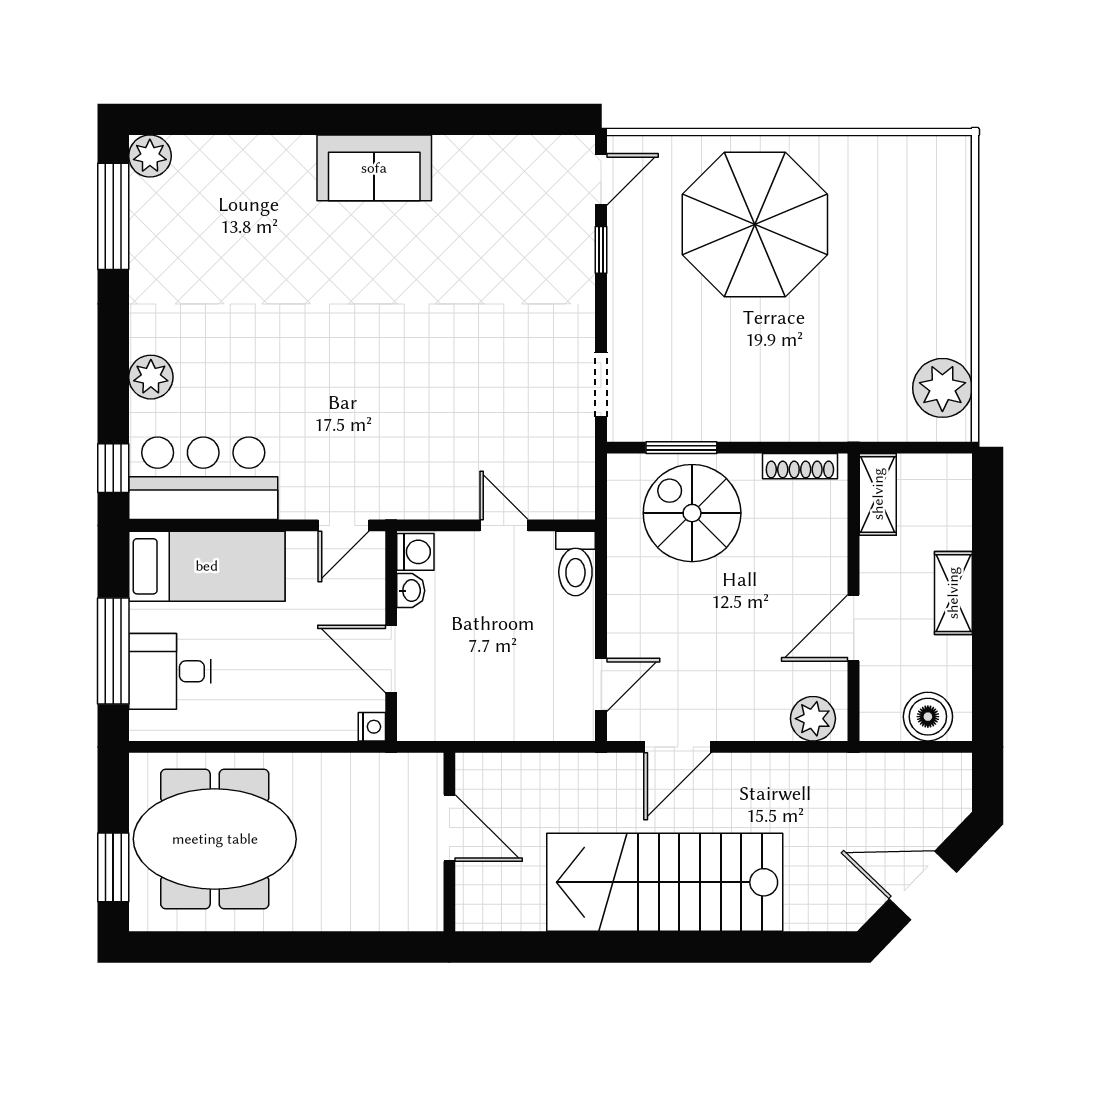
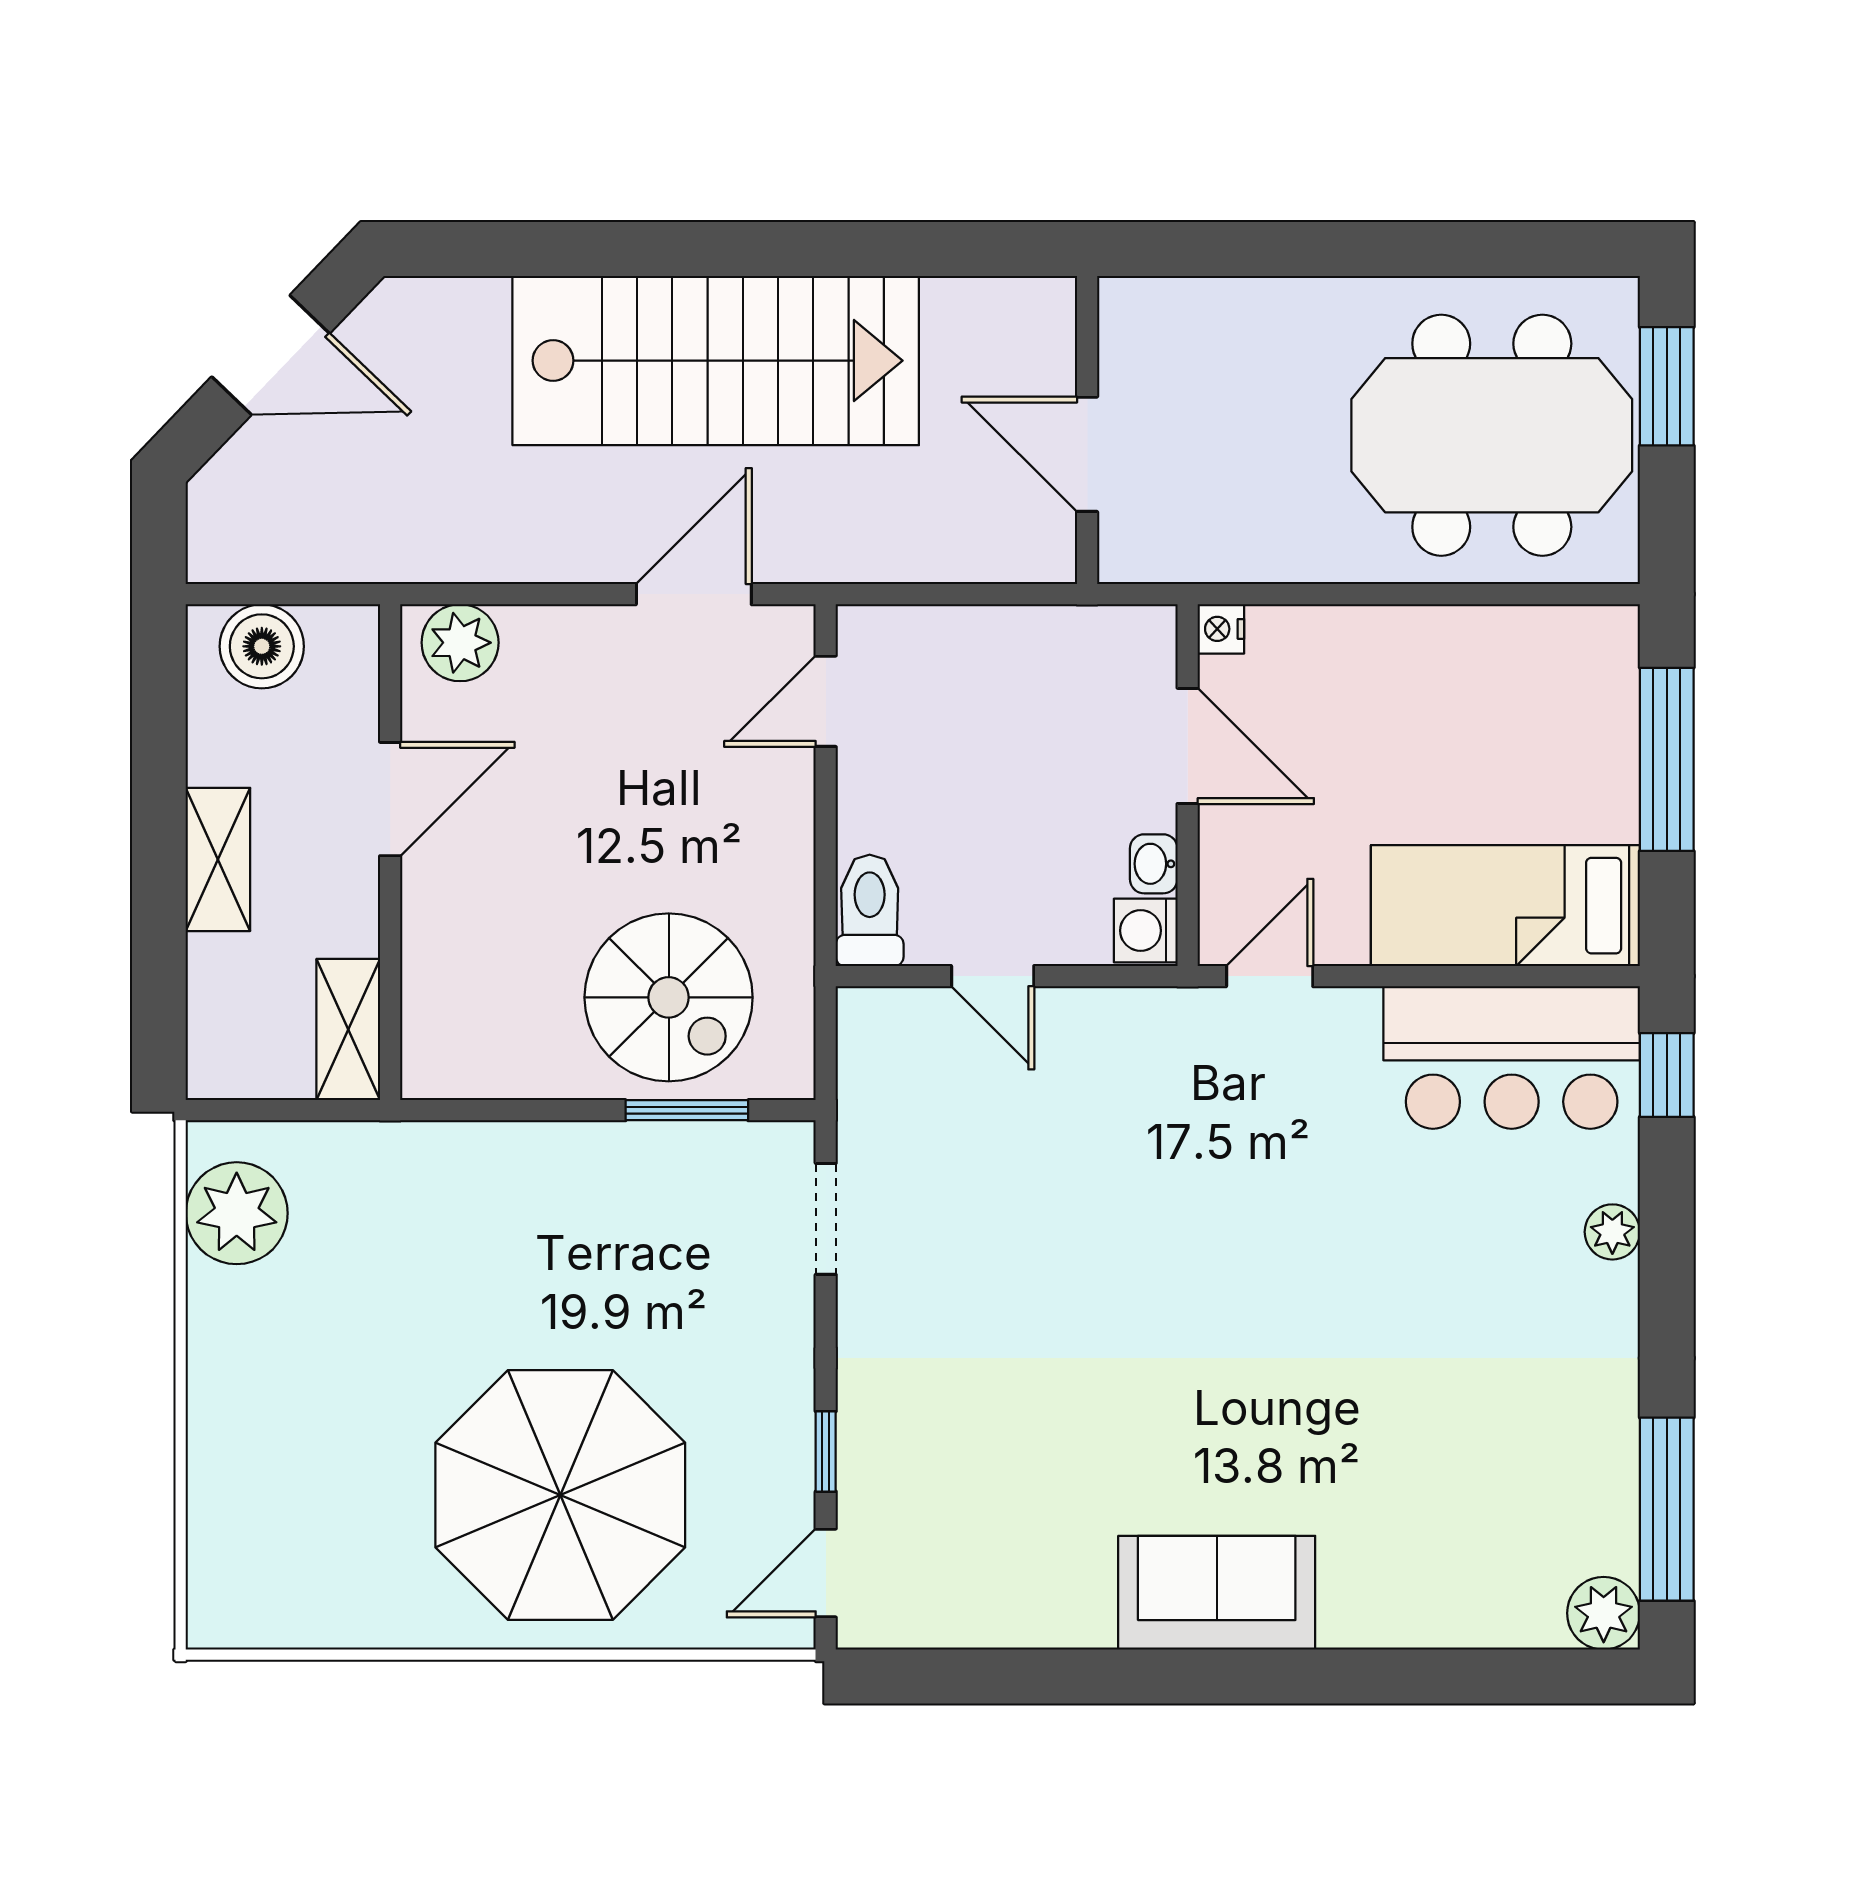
plant: (151, 377) -> (1612, 1232), width x0.73, depth x0.73
shoe rack: (800, 466) -> (482, 1078), removed
desk: (170, 671) -> (1569, 724), removed

